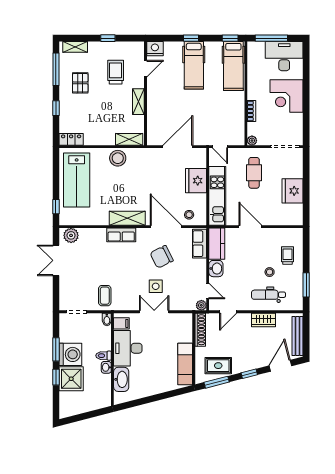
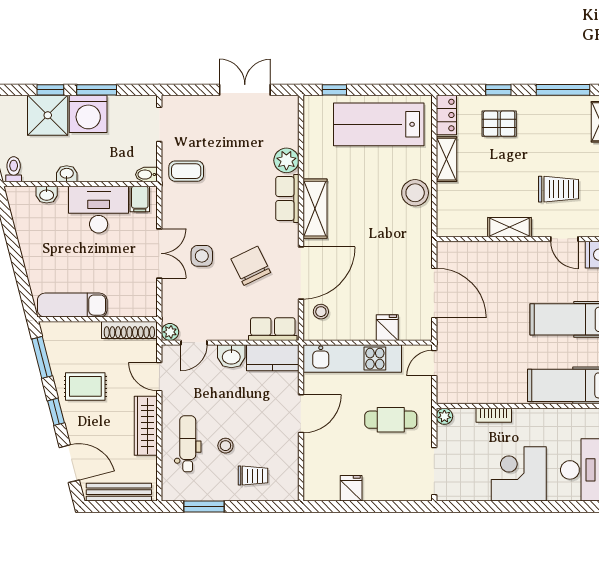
pallet: (80, 83) -> (499, 124), moved
shelving: (129, 139) -> (446, 159), moved
fridge: (196, 181) -> (387, 328), width x0.53, depth x0.75
fridge: (293, 191) -> (351, 488), width x0.53, depth x0.75
plant: (71, 235) -> (286, 160), moved
wardrobe: (264, 320) -> (146, 426), width x1.50
toilet: (104, 356) -> (14, 169), moved
rug: (218, 366) -> (85, 386), moved, turned 90
washbasin: (121, 379) -> (47, 195), width x0.52, depth x0.69

